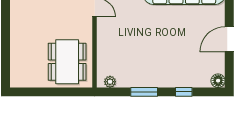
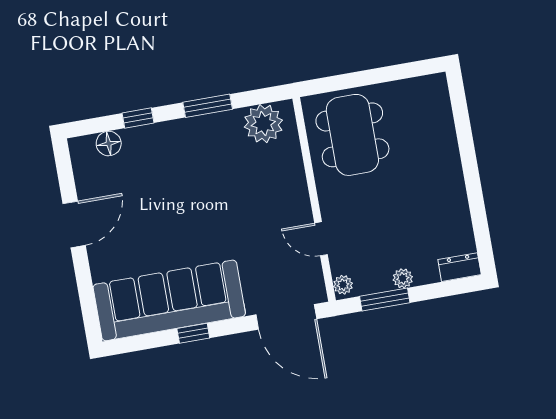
floor lamp: (218, 81) -> (109, 144), moved
plant: (110, 82) -> (263, 124), width x1.88, depth x1.88

